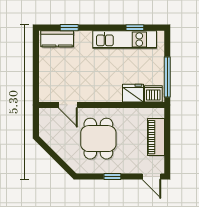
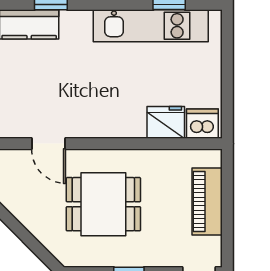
window: (167, 77) -> (227, 93), removed
dining table: (98, 139) -> (103, 204), turned 90

